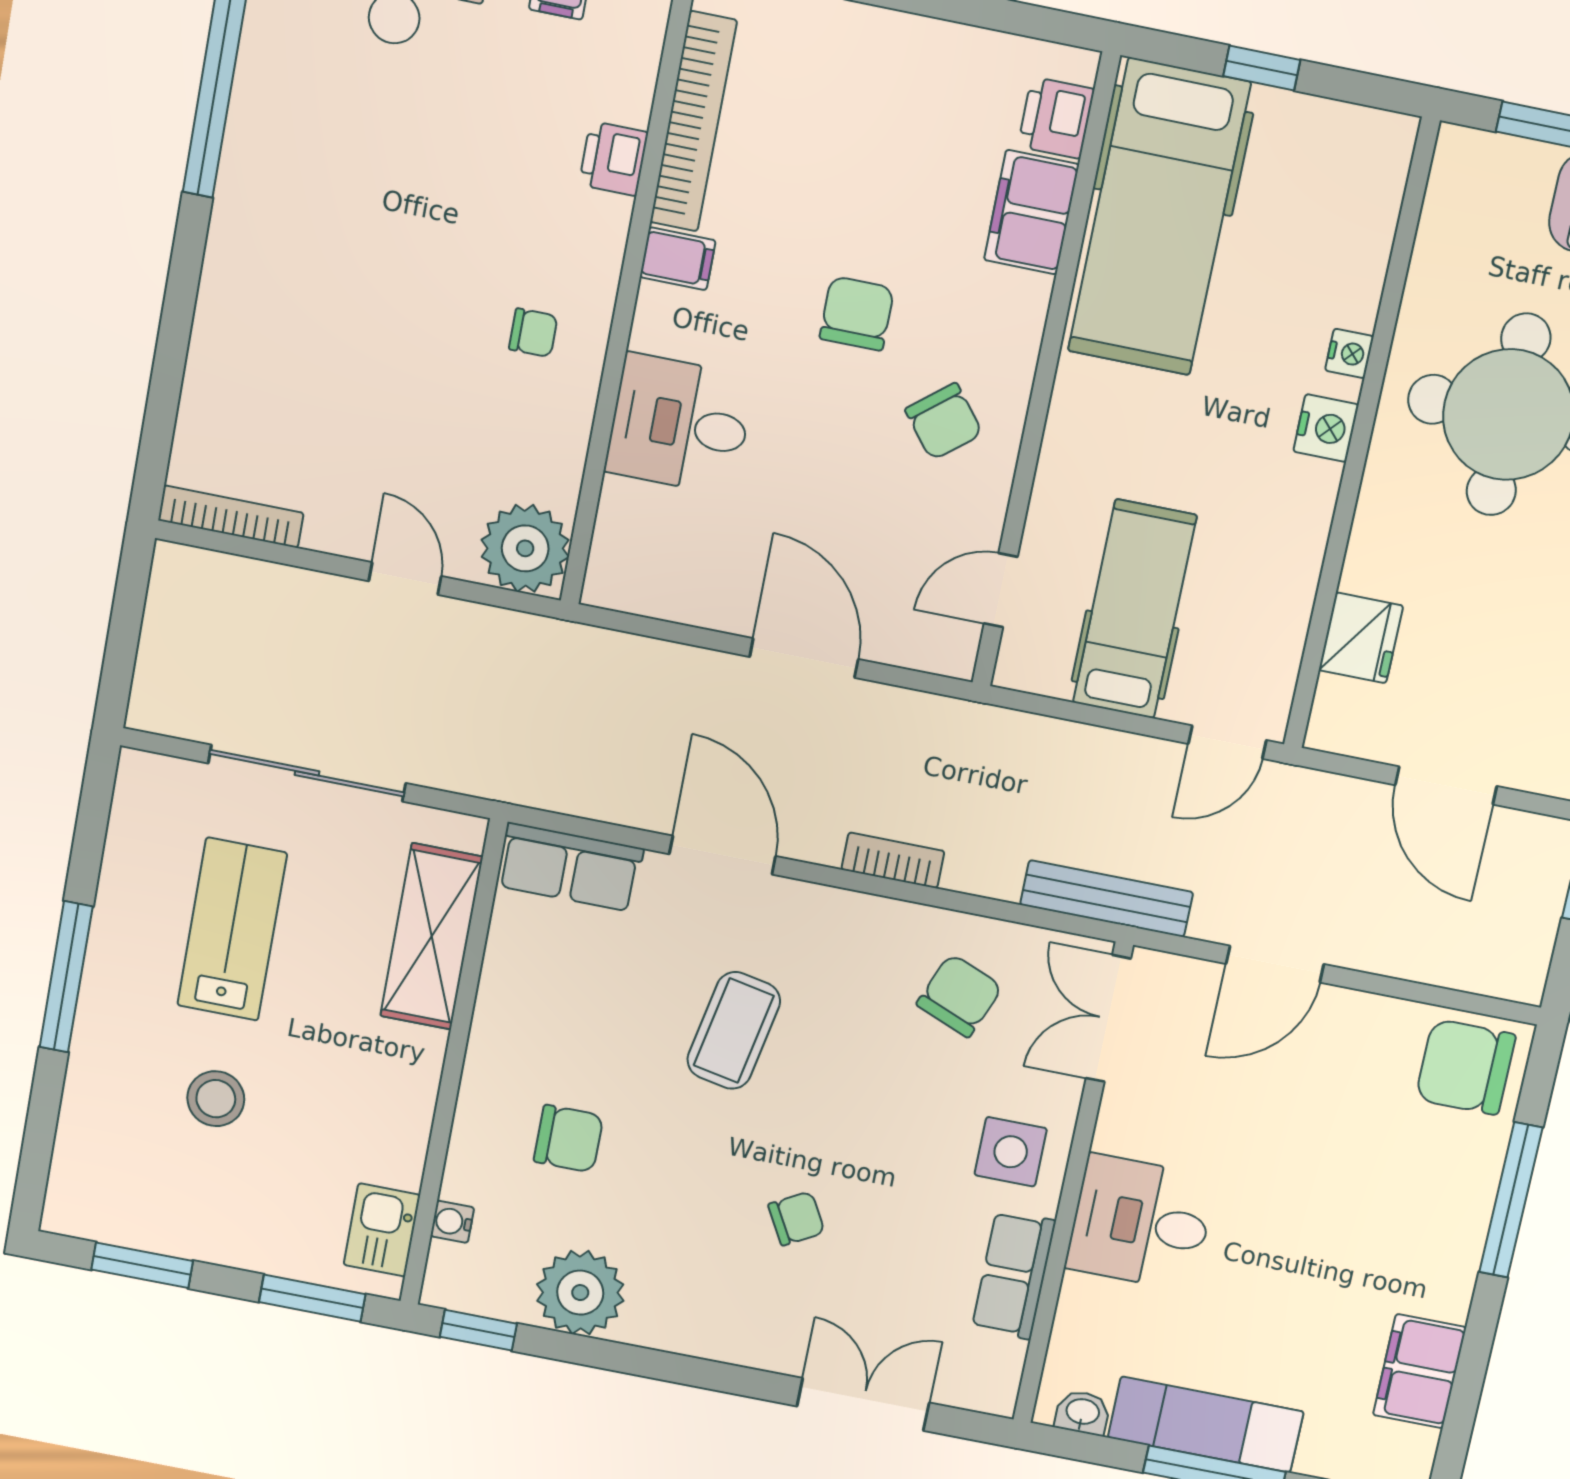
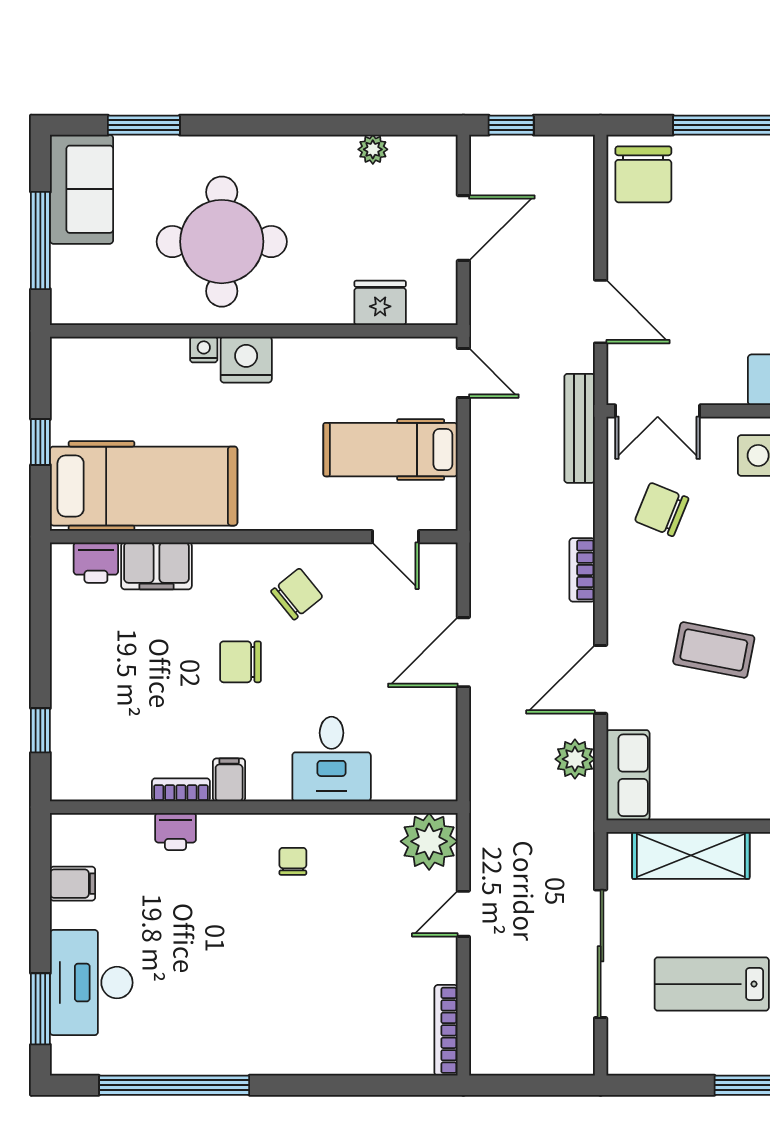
bookcase: (693, 121) -> (181, 790), width x0.43, depth x0.76
nightstand: (1326, 428) -> (246, 360), width x1.36, depth x1.33
plant: (609, 793) -> (575, 759), added

